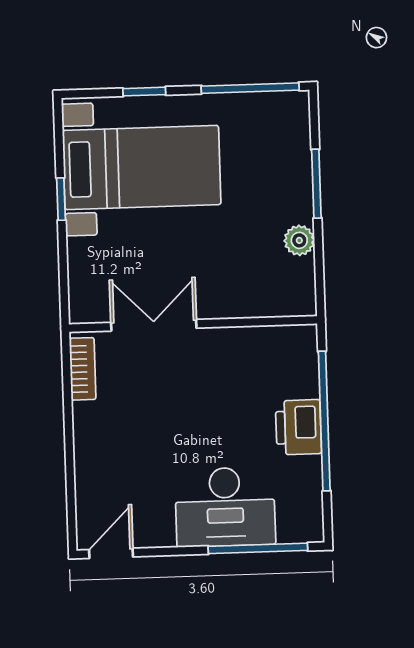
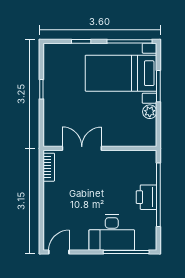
bed with nightstands: (142, 167) -> (121, 73), moved, turned 180

